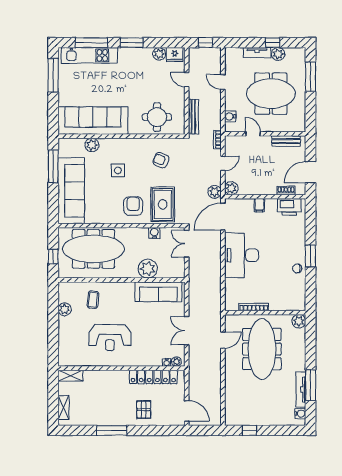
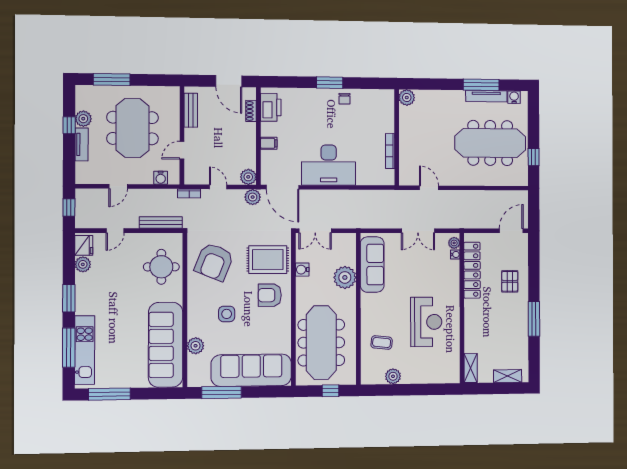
armchair: (161, 160) -> (214, 262), width x1.88, depth x1.88
meeting table: (262, 349) -> (490, 143), moved
pallet: (144, 410) -> (510, 281), turned 90

